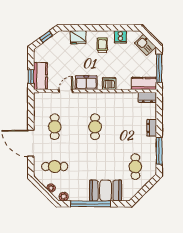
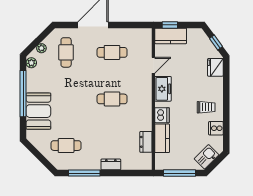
fridge: (78, 37) -> (215, 67), moved
kitchen counter: (144, 83) -> (162, 138), moved
door: (66, 91) -> (153, 65), hinge flipped
dresser: (147, 97) -> (146, 142), moved

